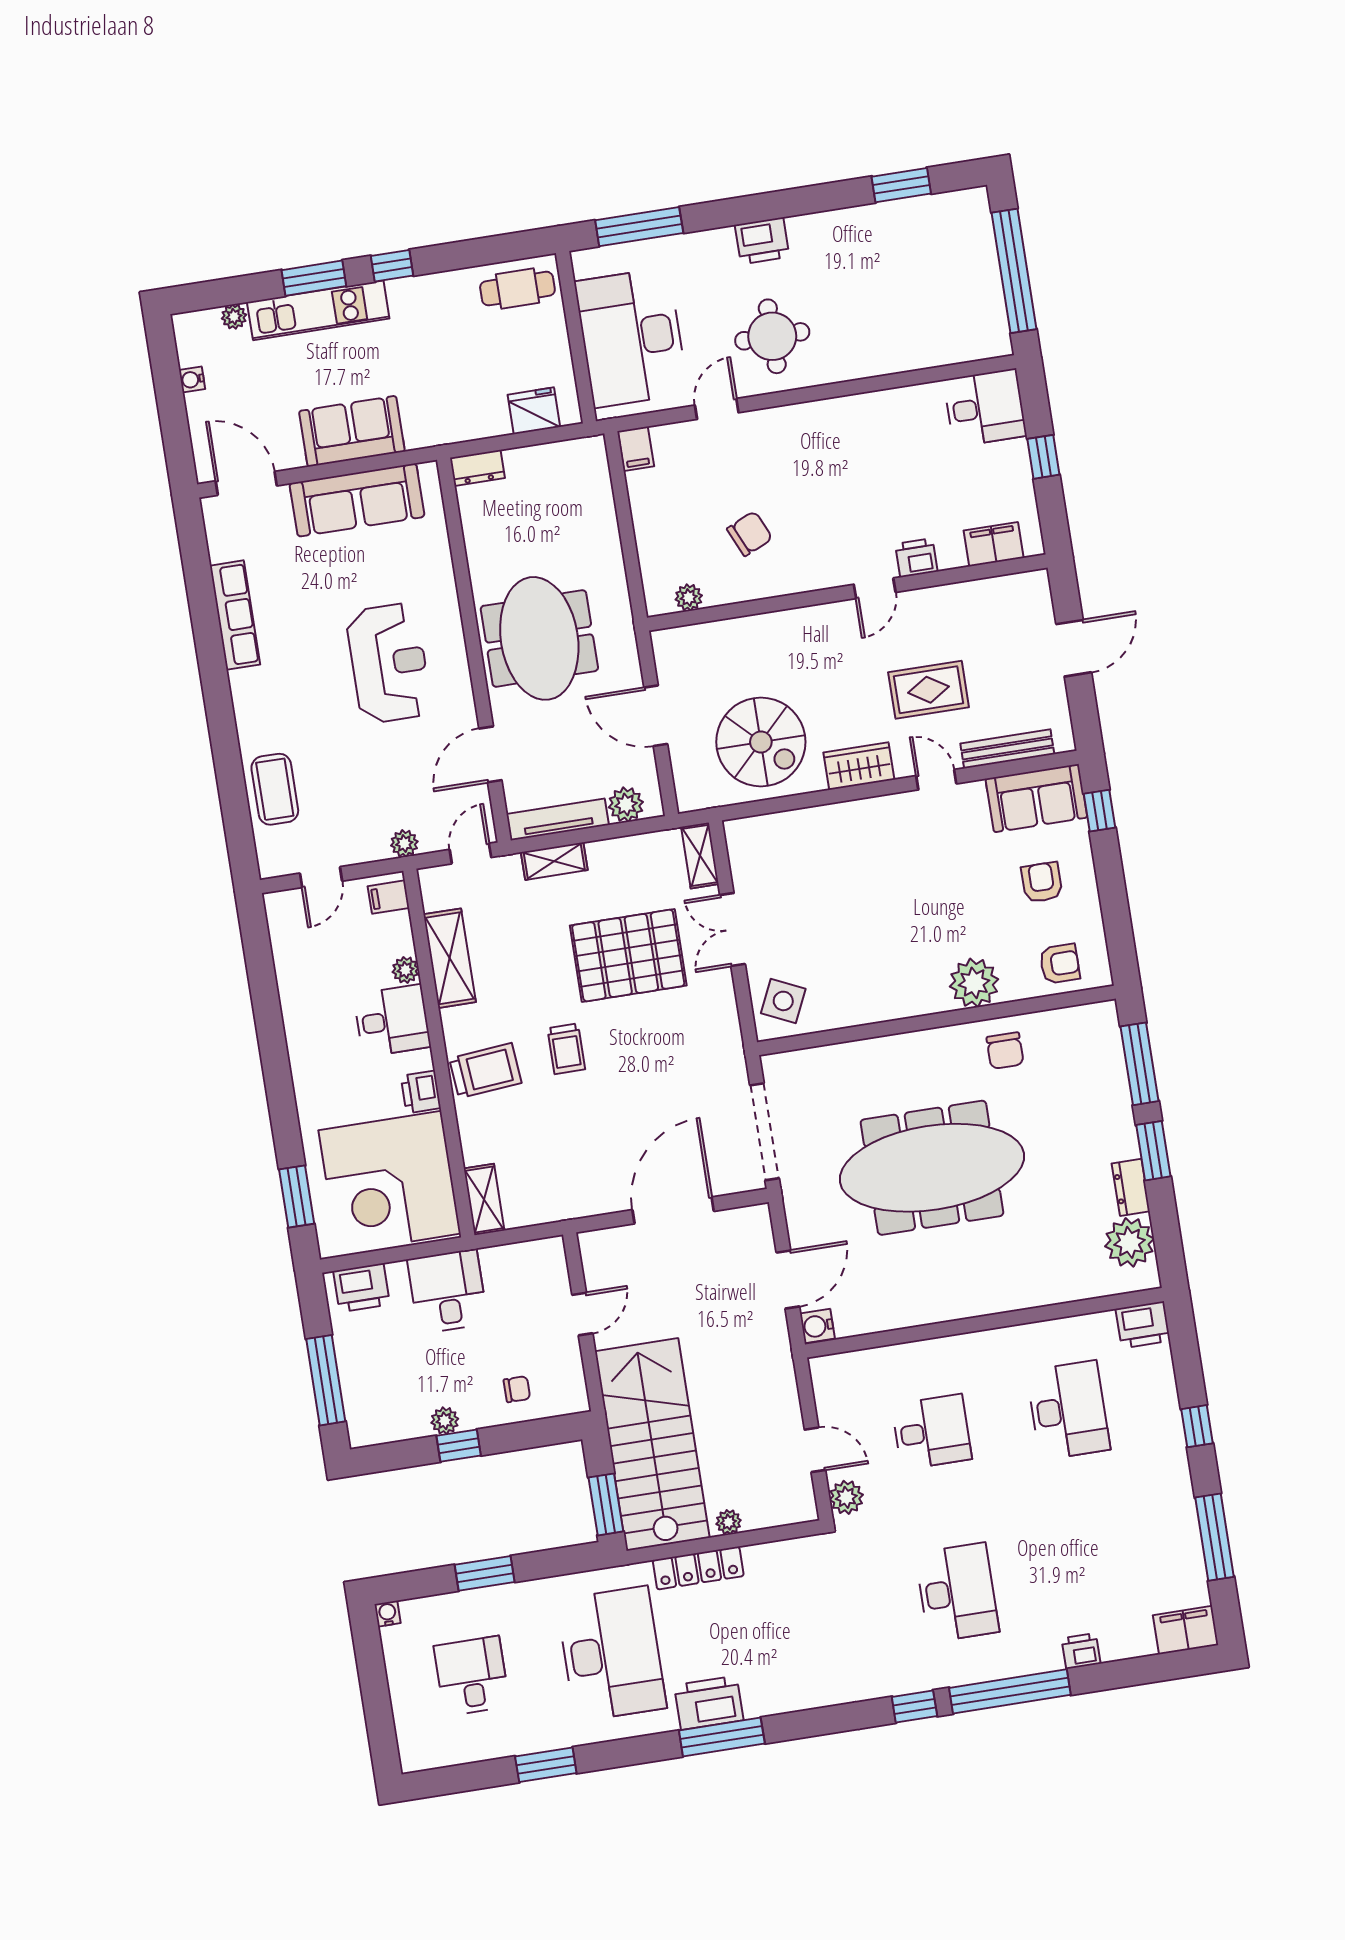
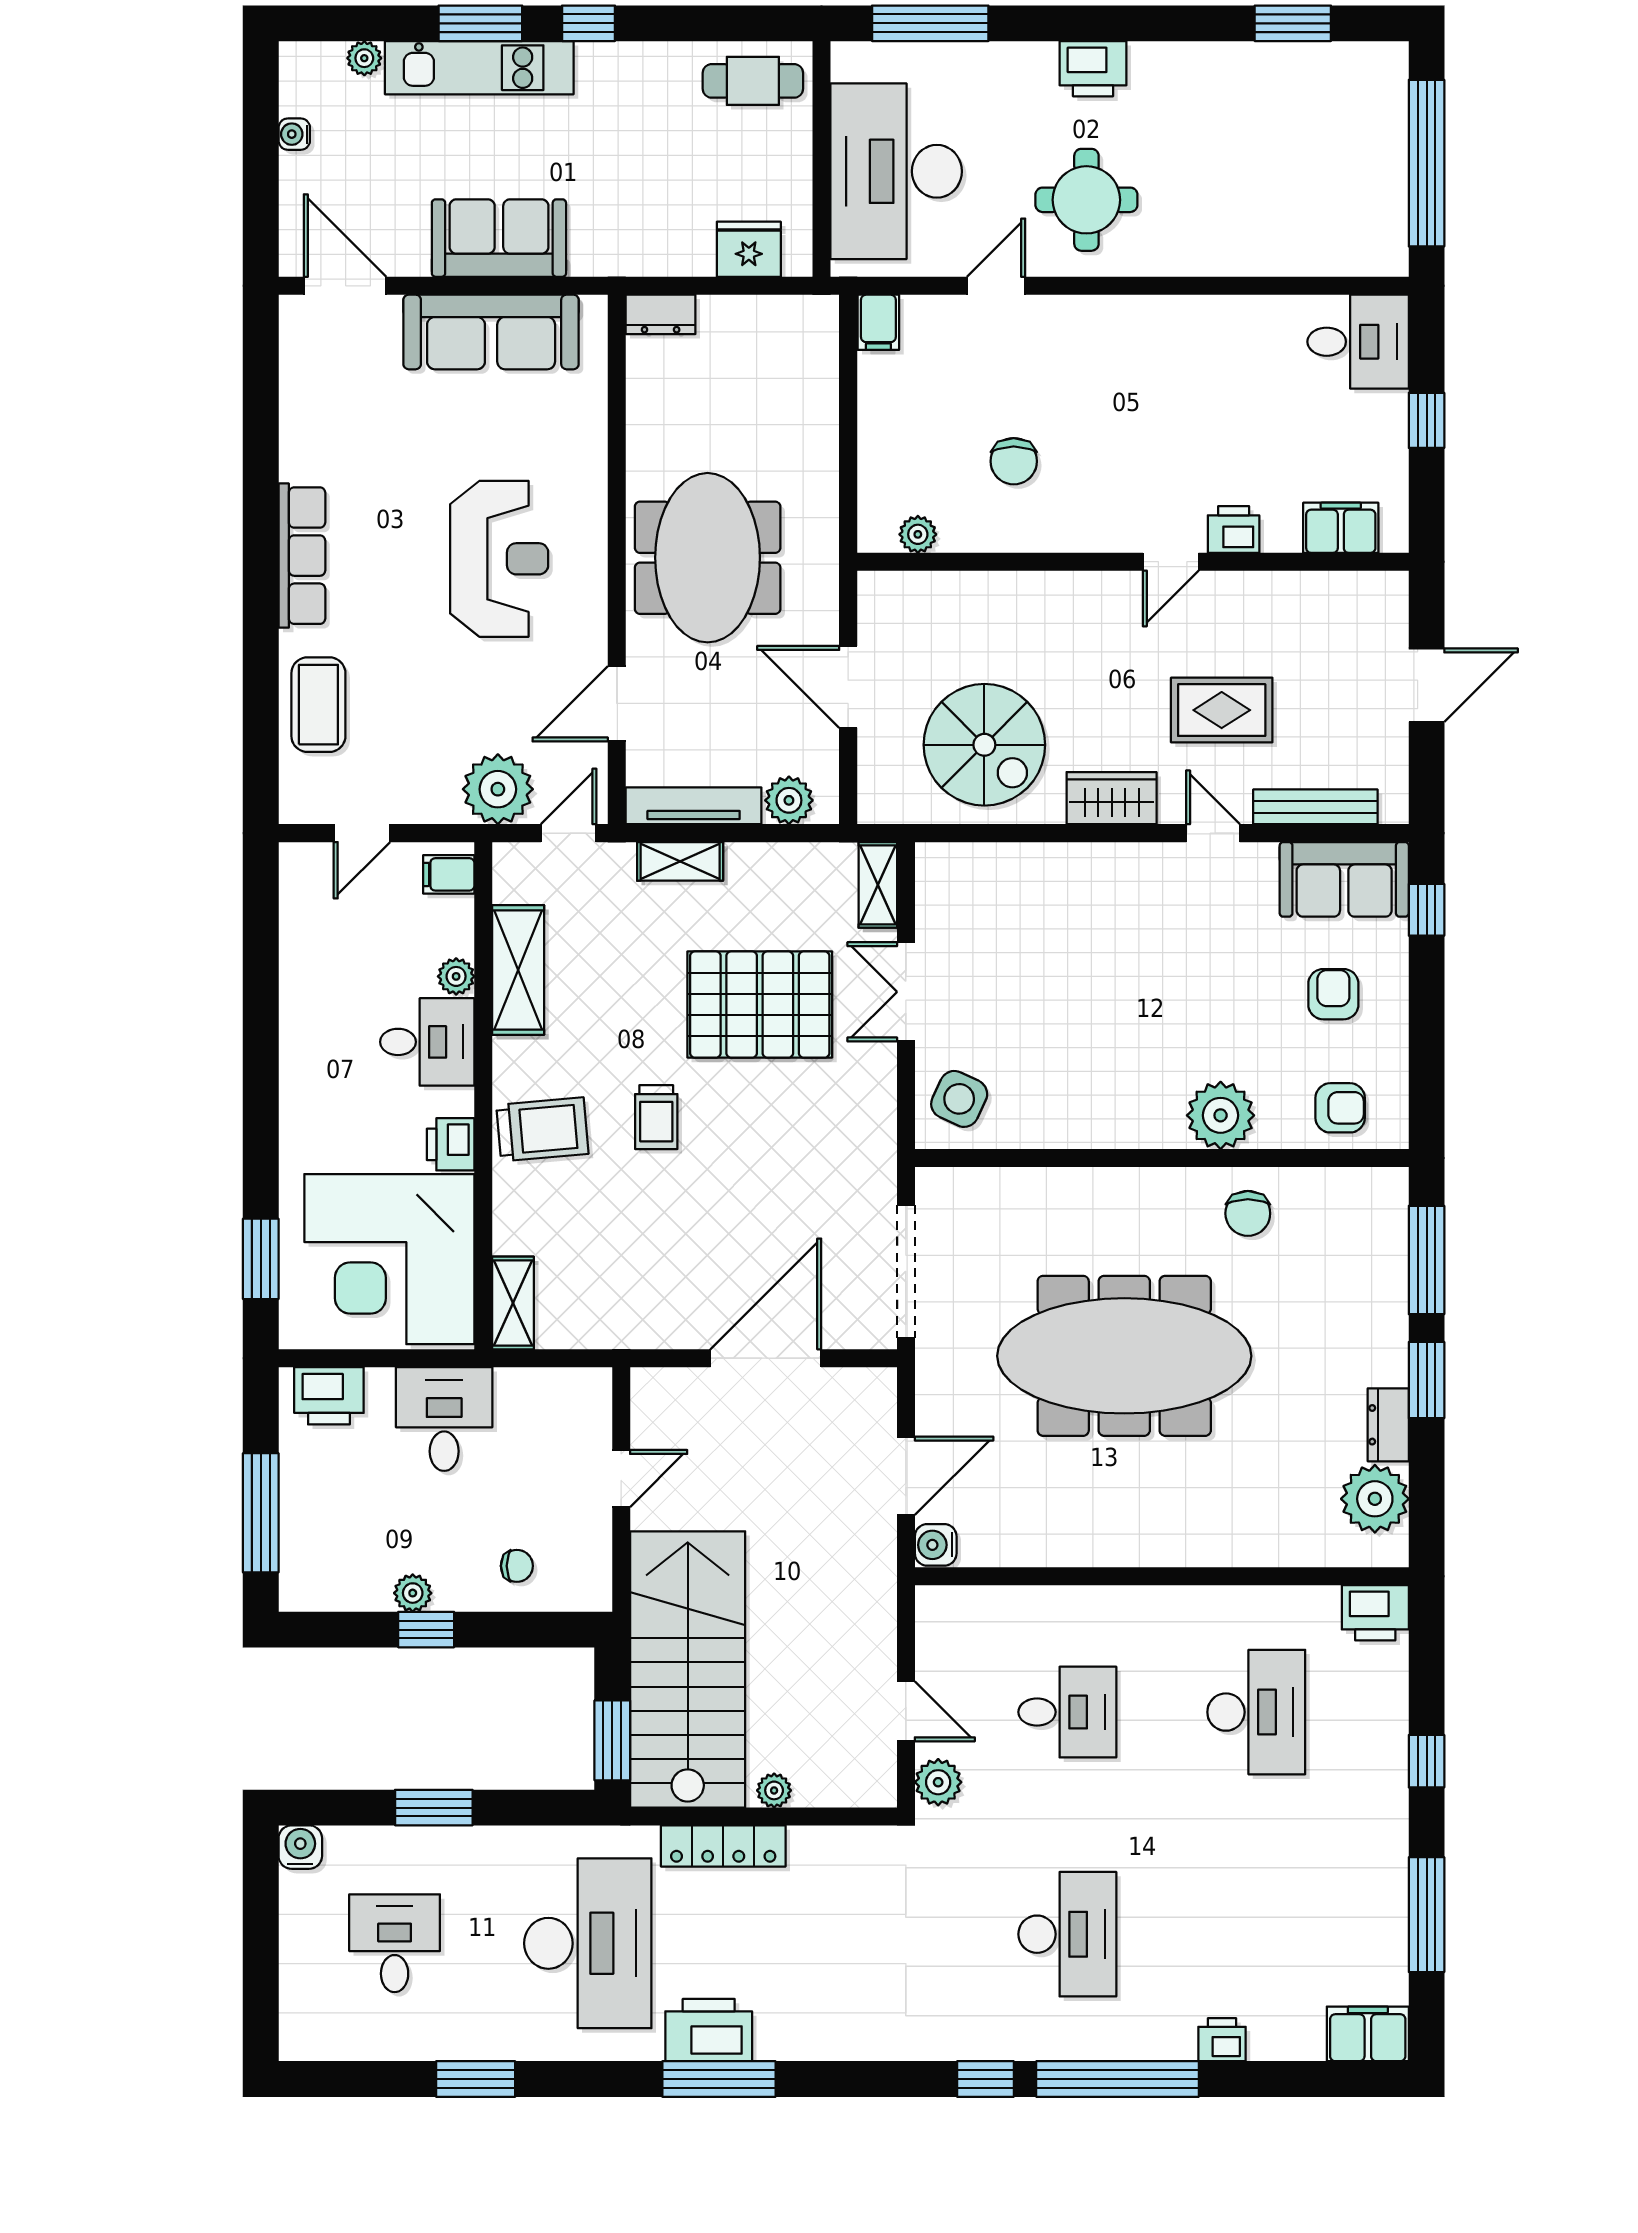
chair: (750, 534) -> (1014, 461), turned 114
row of seats: (235, 615) -> (302, 556), moved
plant: (404, 844) -> (498, 789), width x1.88, depth x1.88
water cooler: (388, 1614) -> (300, 1847), width x1.38, depth x1.38

